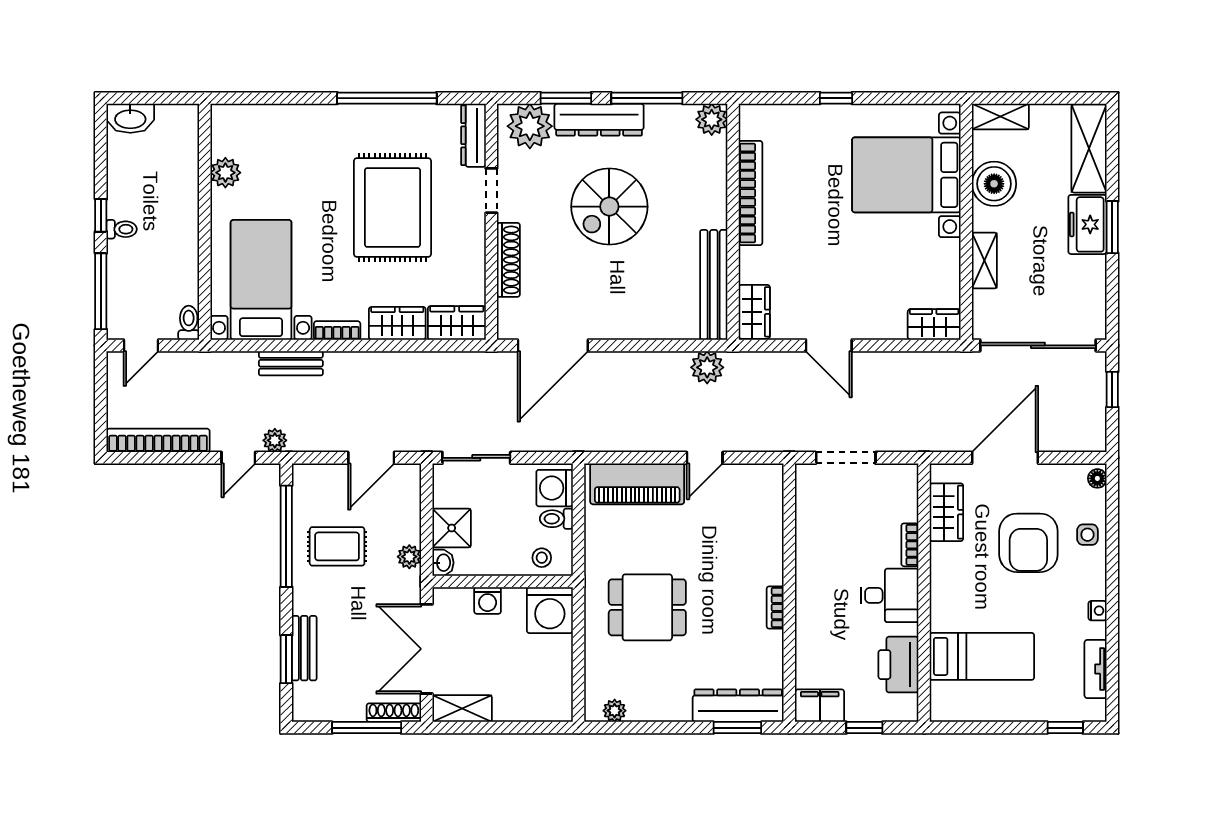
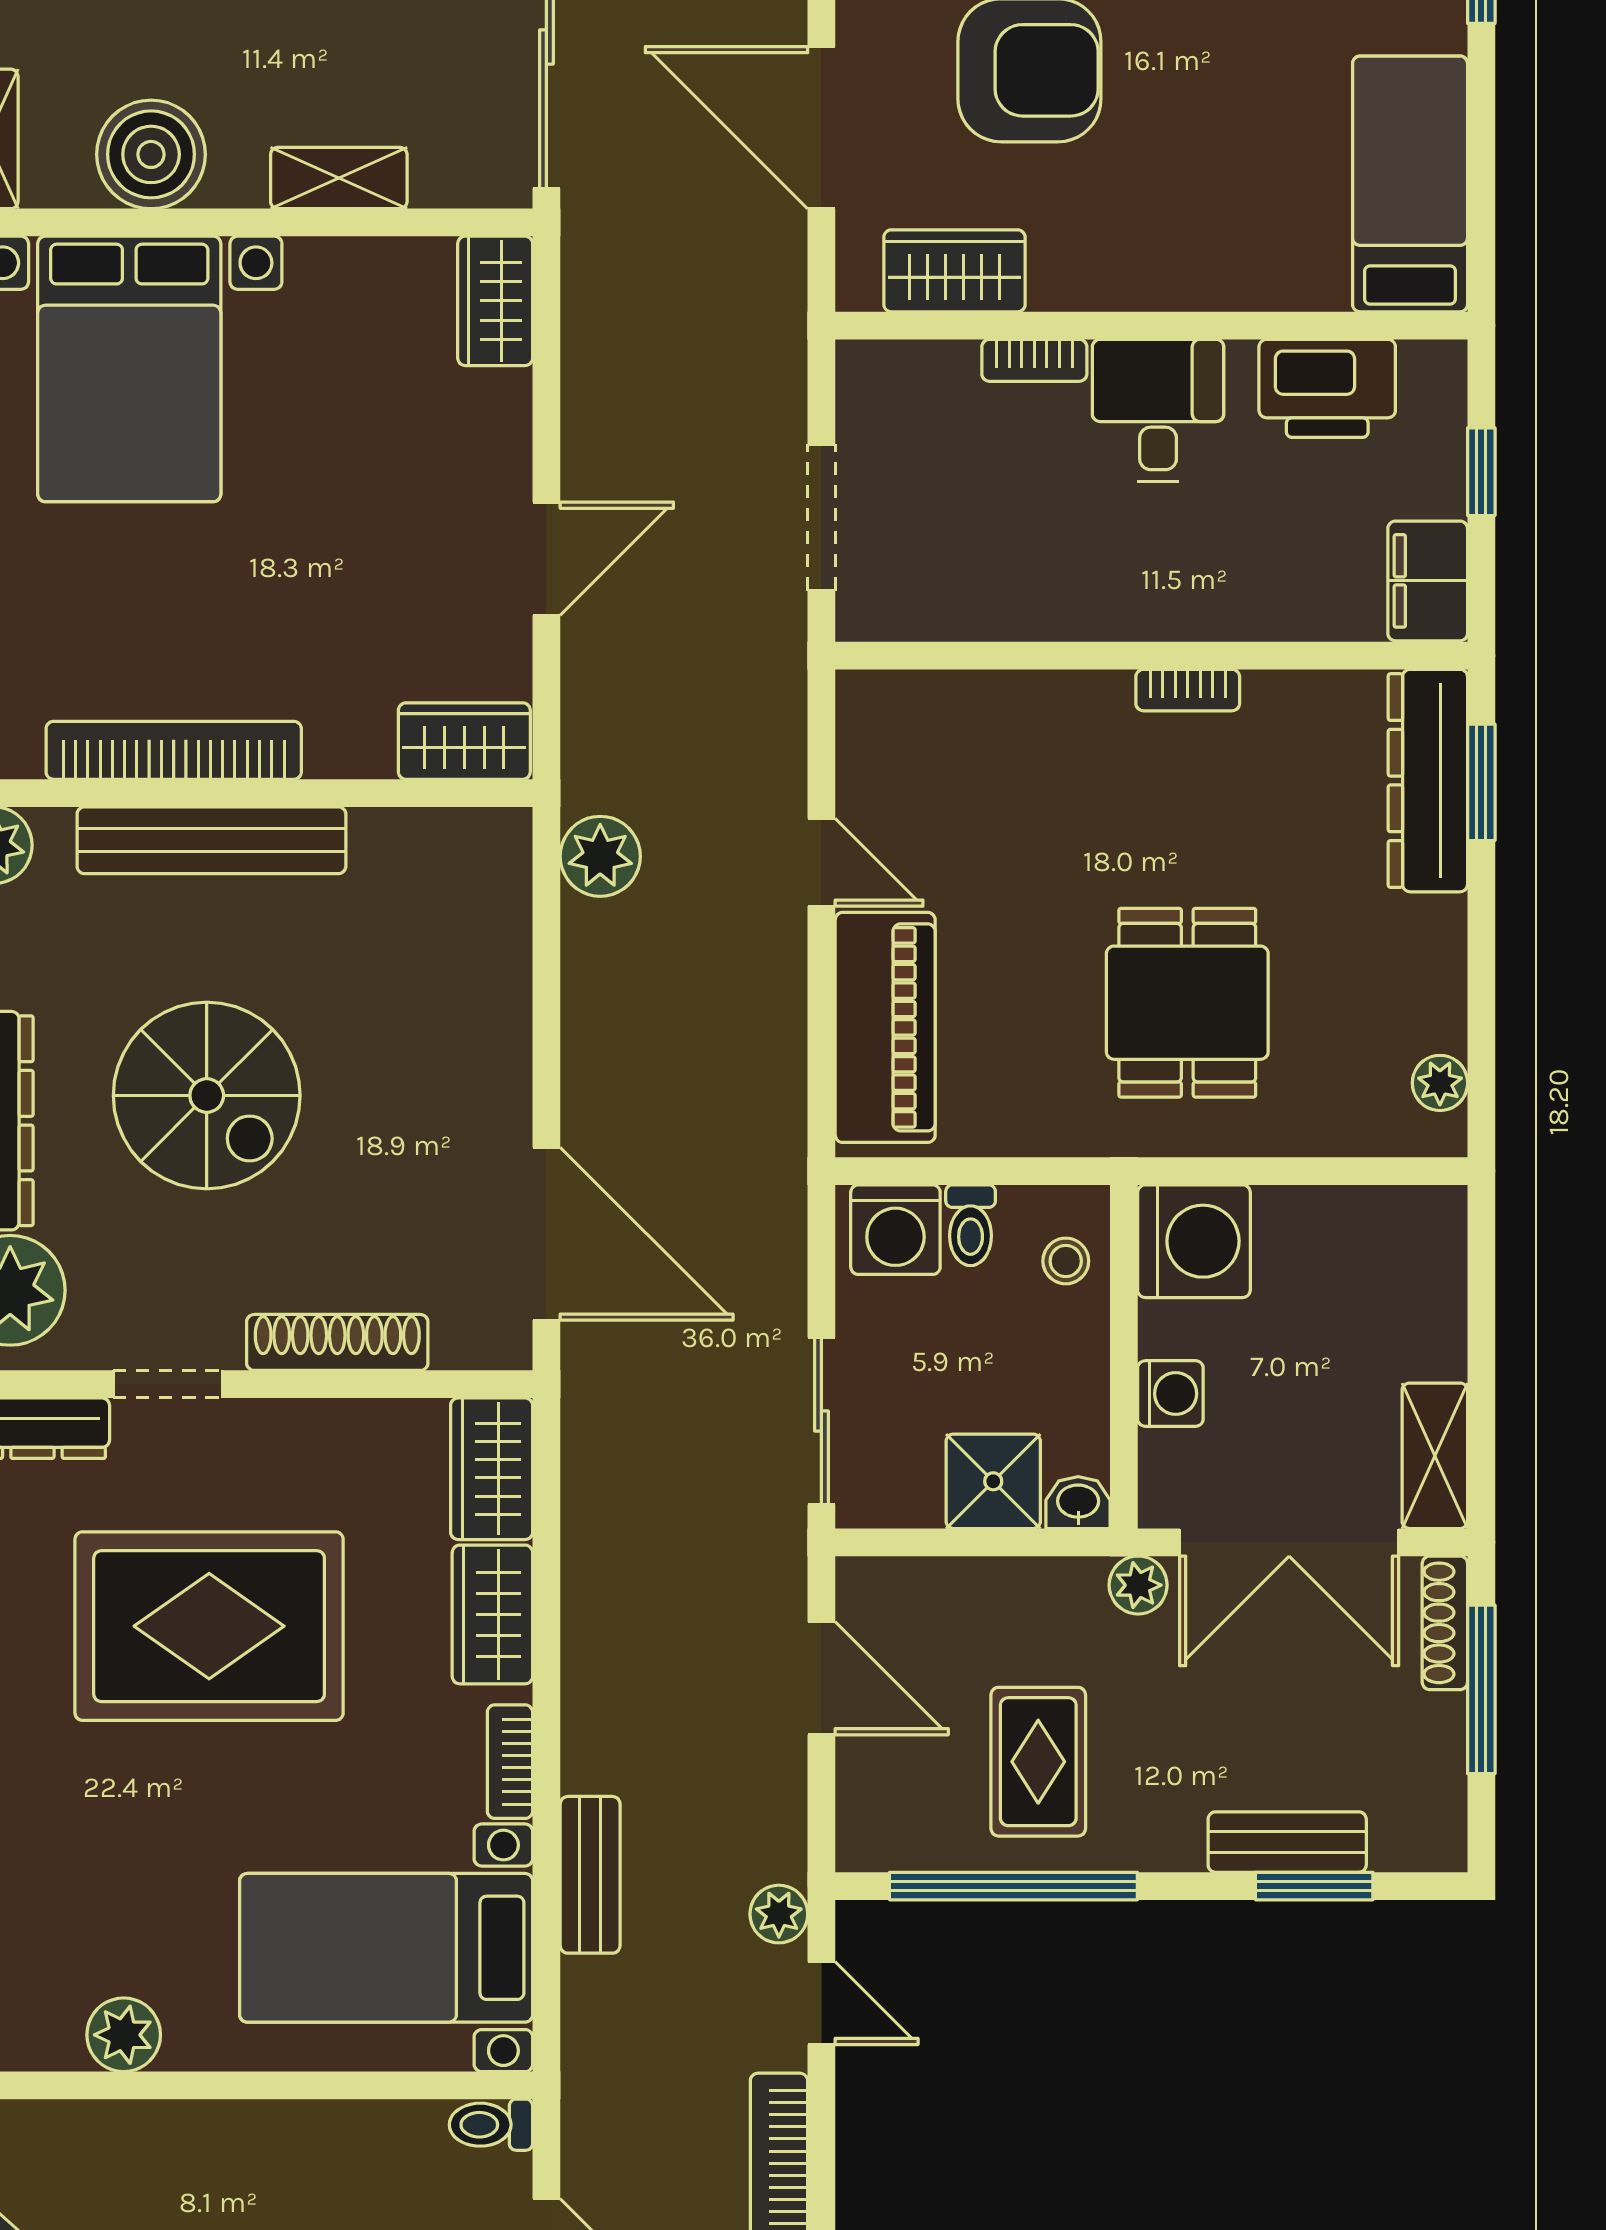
bench: (714, 285) -> (211, 840), moved
plant: (409, 557) -> (1138, 1585), moved
bed: (982, 656) -> (1410, 184), moved

